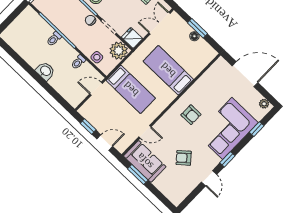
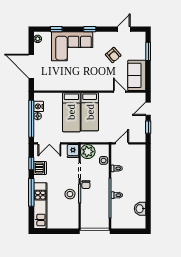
window: (197, 28) -> (31, 119), width x2.11
nightstand: (202, 46) -> (39, 106), added
washbasin: (45, 71) -> (140, 209), moved
door: (96, 89) -> (122, 143), swing flipped
bed: (131, 89) -> (90, 112), moved, turned 180
armchair: (191, 115) -> (84, 75), removed
door: (105, 143) -> (148, 109), hinge flipped
window: (138, 175) -> (148, 51), moved
door: (209, 178) -> (124, 29), moved

